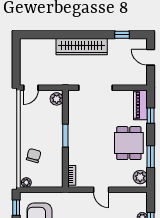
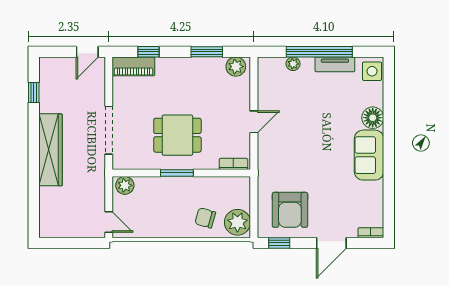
door: (151, 57) -> (87, 52), moved
dining table: (129, 143) -> (177, 135), moved
plant: (26, 182) -> (237, 222), width x1.87, depth x1.87

